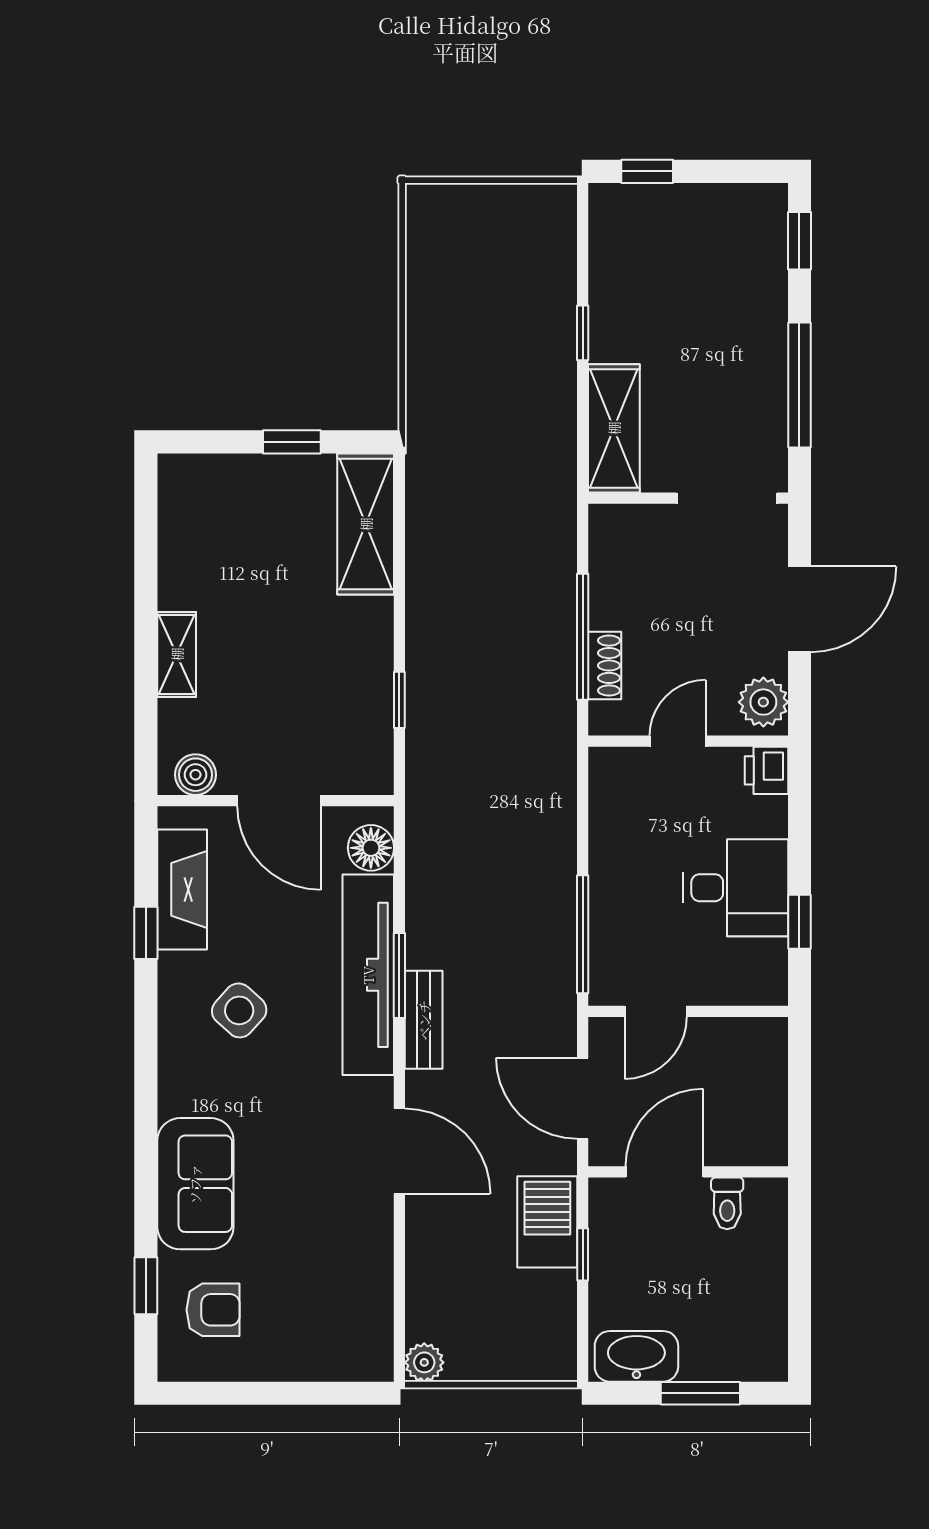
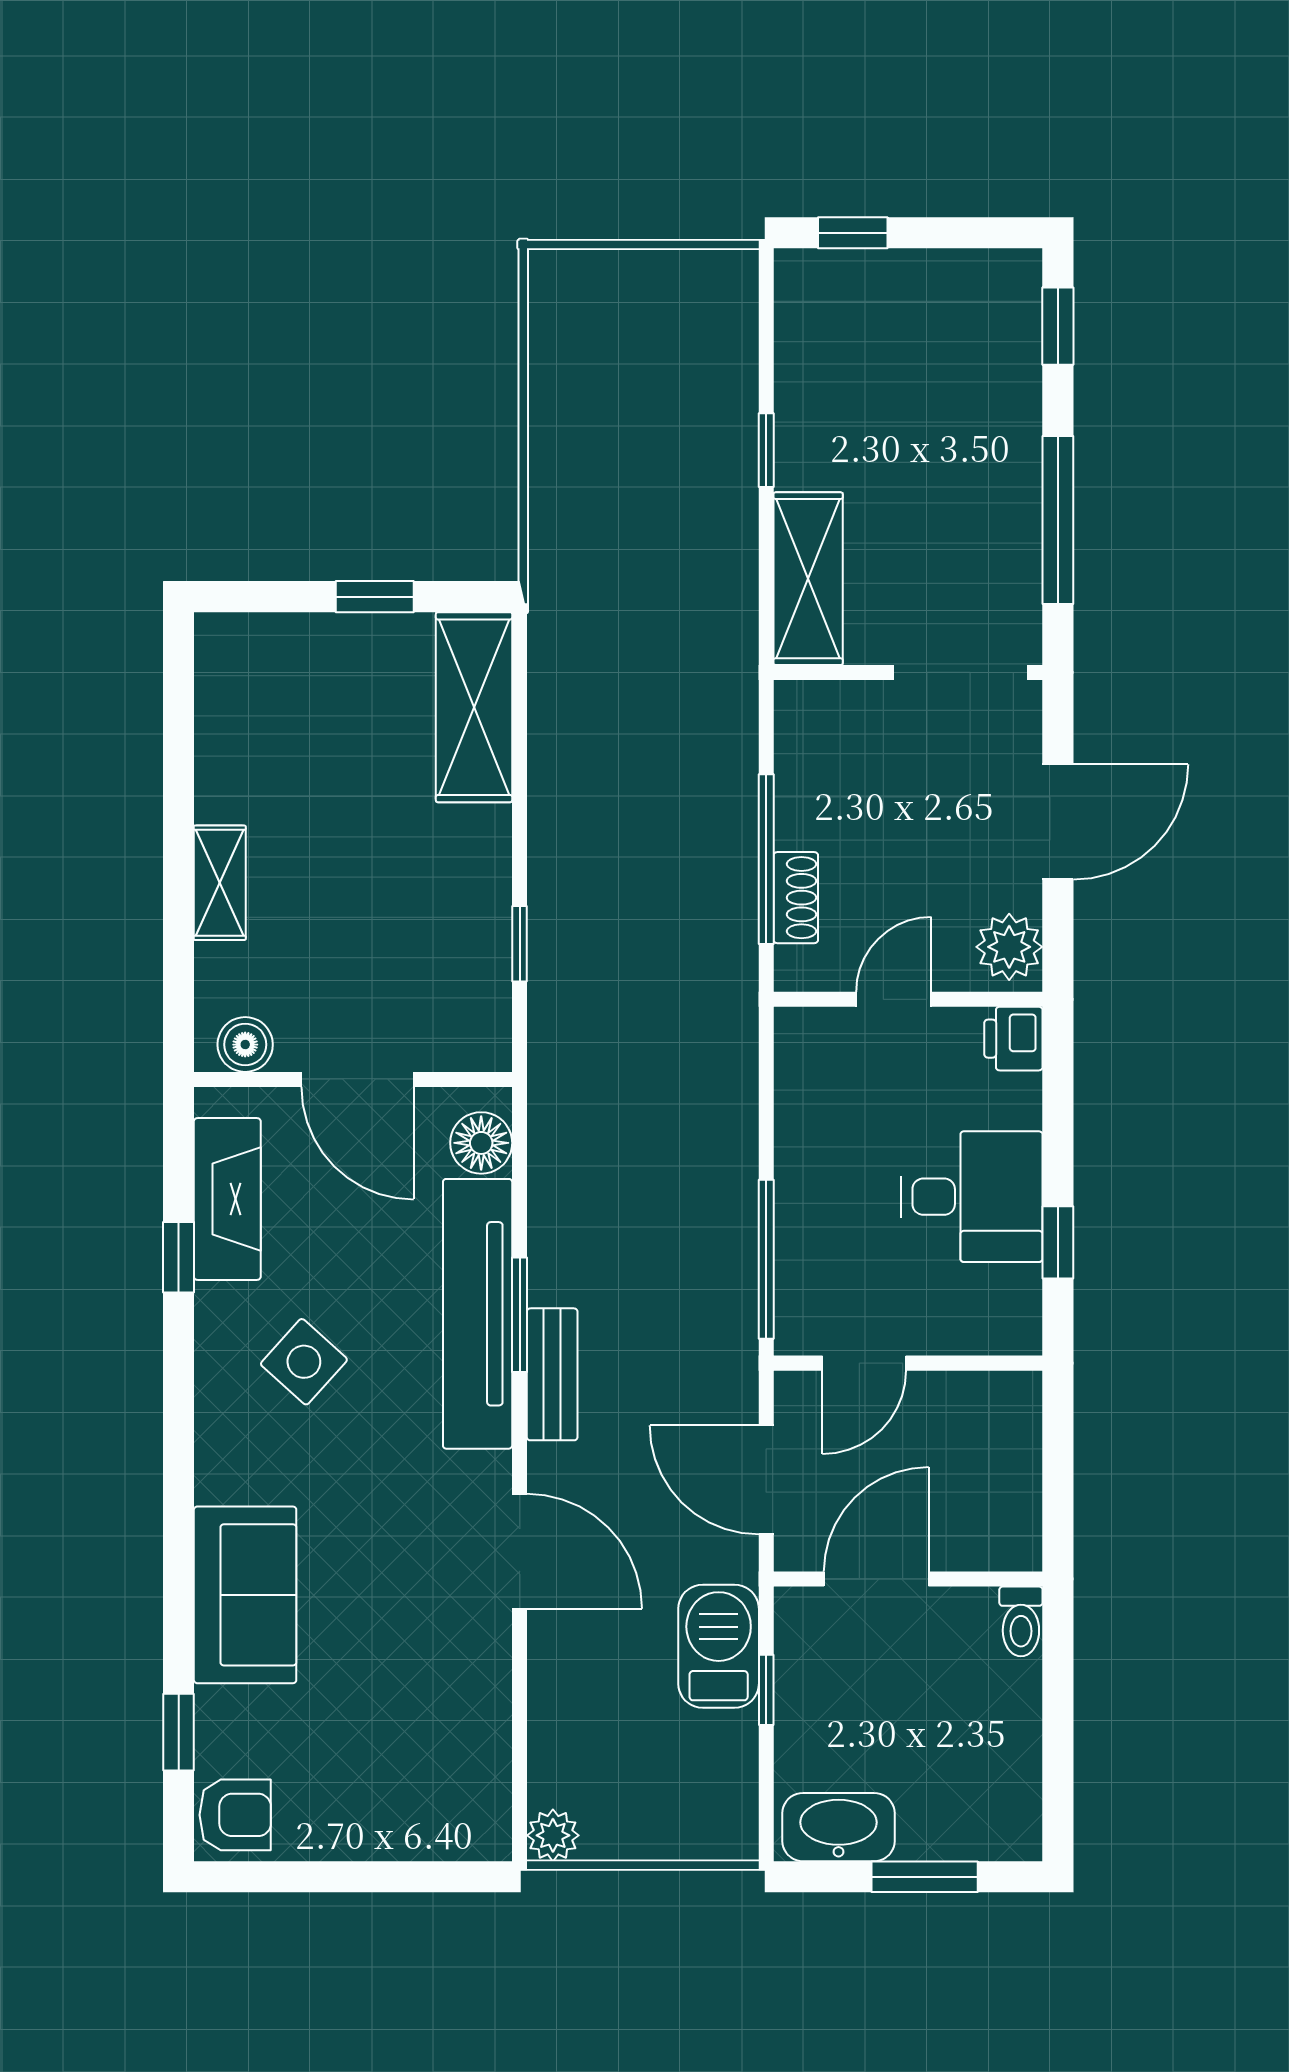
toilet: (727, 1203) -> (1021, 1621), moved
armchair: (213, 1310) -> (235, 1815), moved

